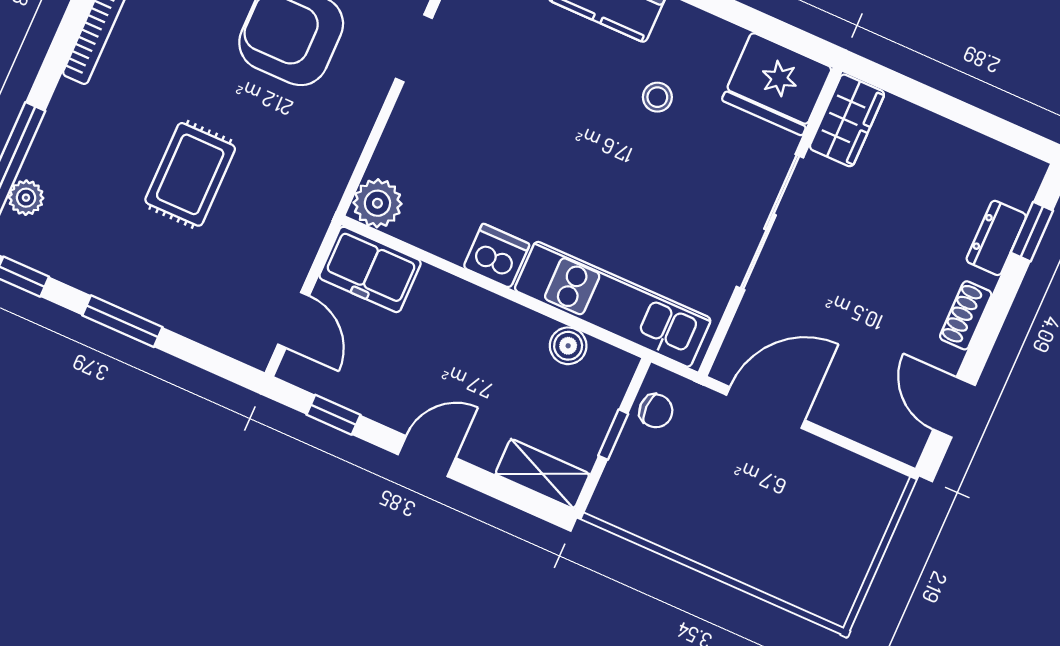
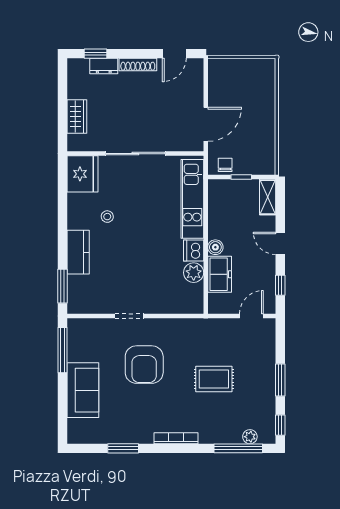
wardrobe: (847, 120) -> (77, 116), moved, turned 90
plant: (377, 203) -> (194, 273), moved
freezer: (370, 269) -> (220, 274), moved
shoe rack: (966, 315) -> (138, 65), width x1.43
boiler: (568, 346) -> (215, 247), moved
door: (766, 407) -> (206, 124), swing flipped

